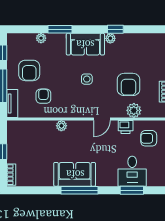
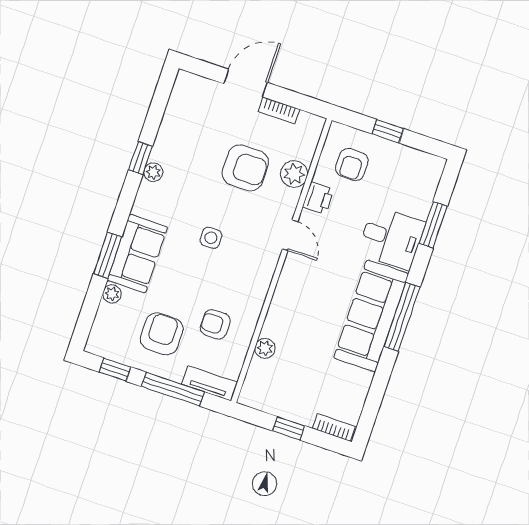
sofa: (85, 44) -> (137, 254), moved
armchair: (29, 70) -> (162, 334), turned -90
plant: (61, 126) -> (265, 348), moved
desk: (132, 171) -> (391, 238), moved
sofa: (75, 174) -> (371, 316), width x1.36

